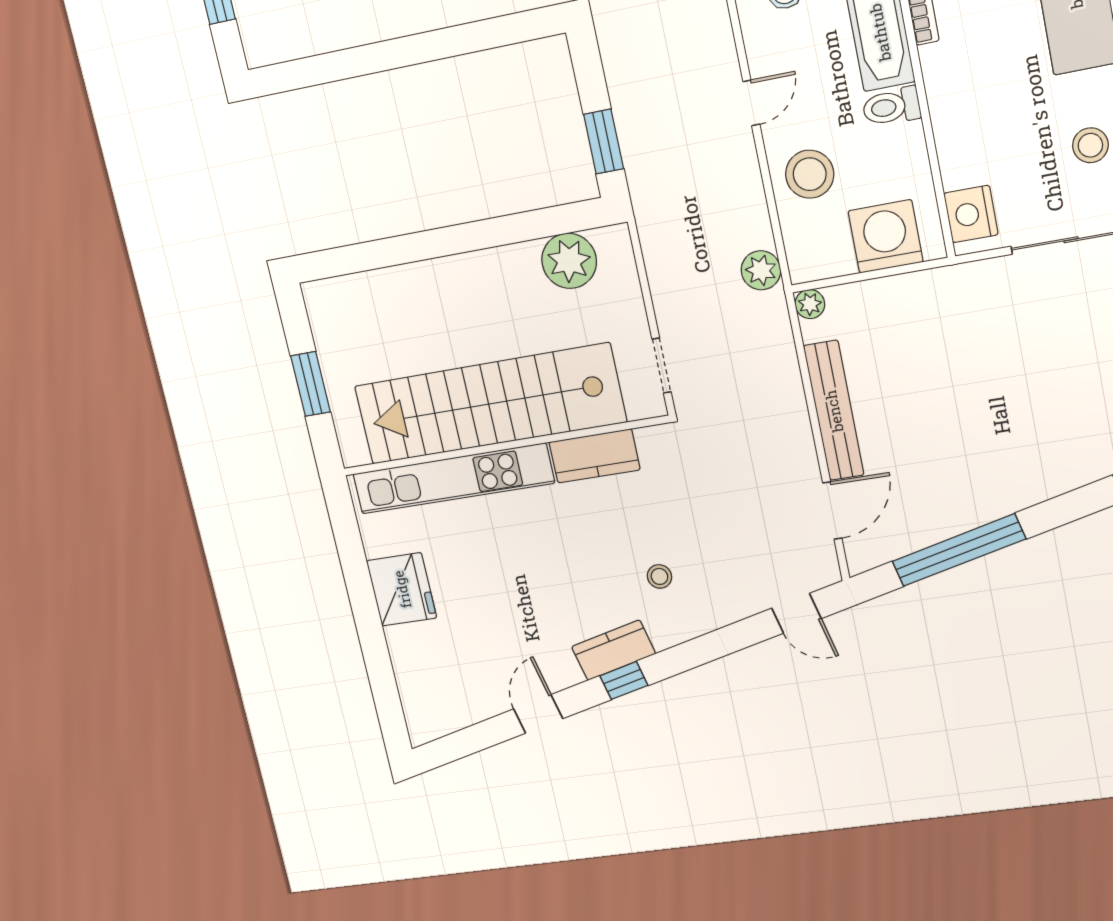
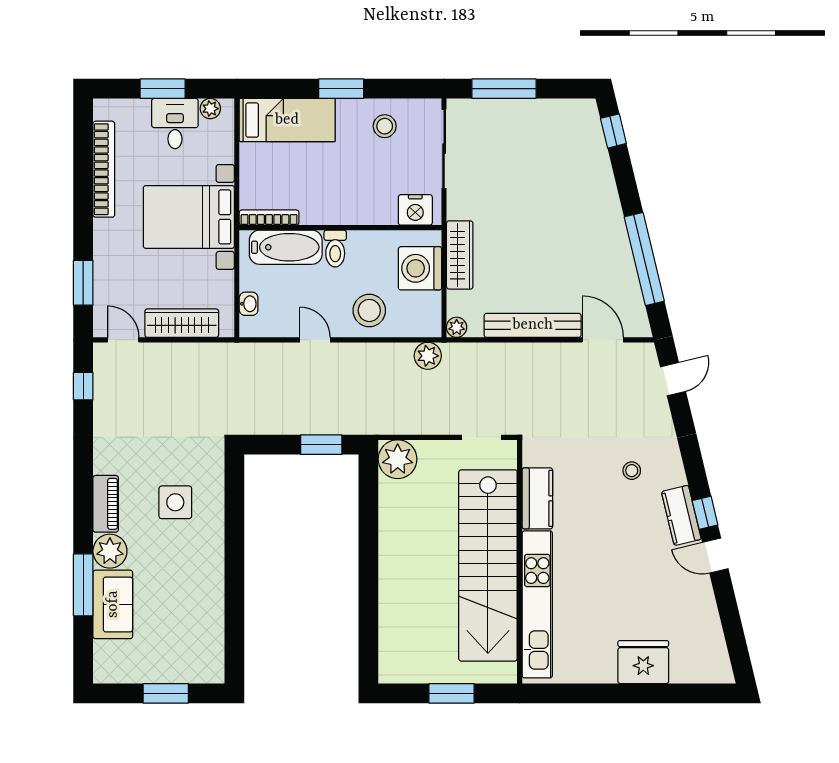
plant: (569, 261) -> (398, 459), moved
wardrobe: (916, 290) -> (460, 255), added
fridge: (402, 589) -> (643, 662), moved
door: (538, 714) -> (715, 556), moved

